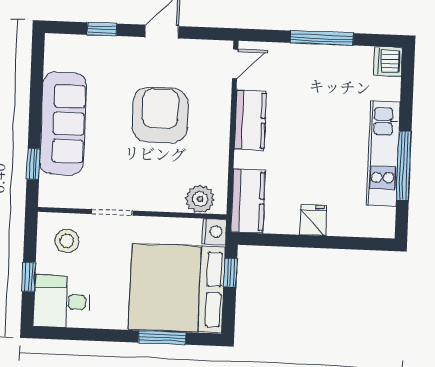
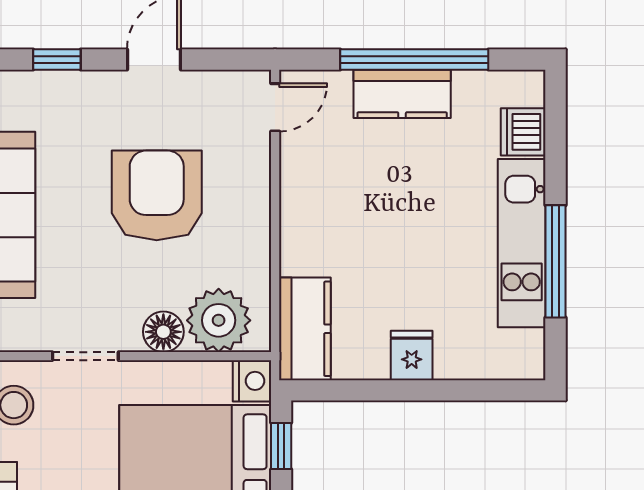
window: (322, 38) -> (414, 59), width x1.46
dishwasher: (388, 61) -> (523, 132), moved
kitchen counter: (250, 120) -> (402, 94), moved, turned 90
floor lamp: (161, 199) -> (163, 332), added
plant: (200, 199) -> (219, 320), width x1.36, depth x1.36

